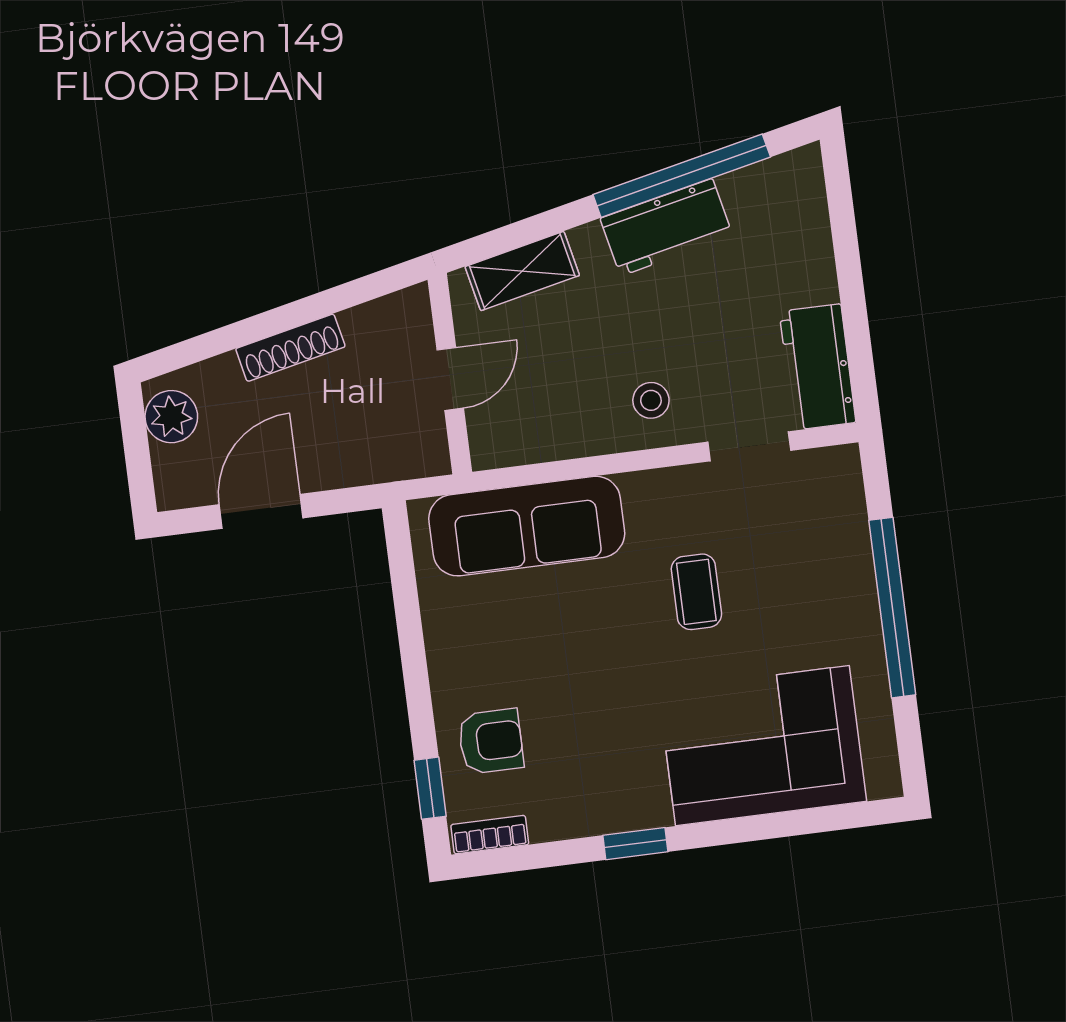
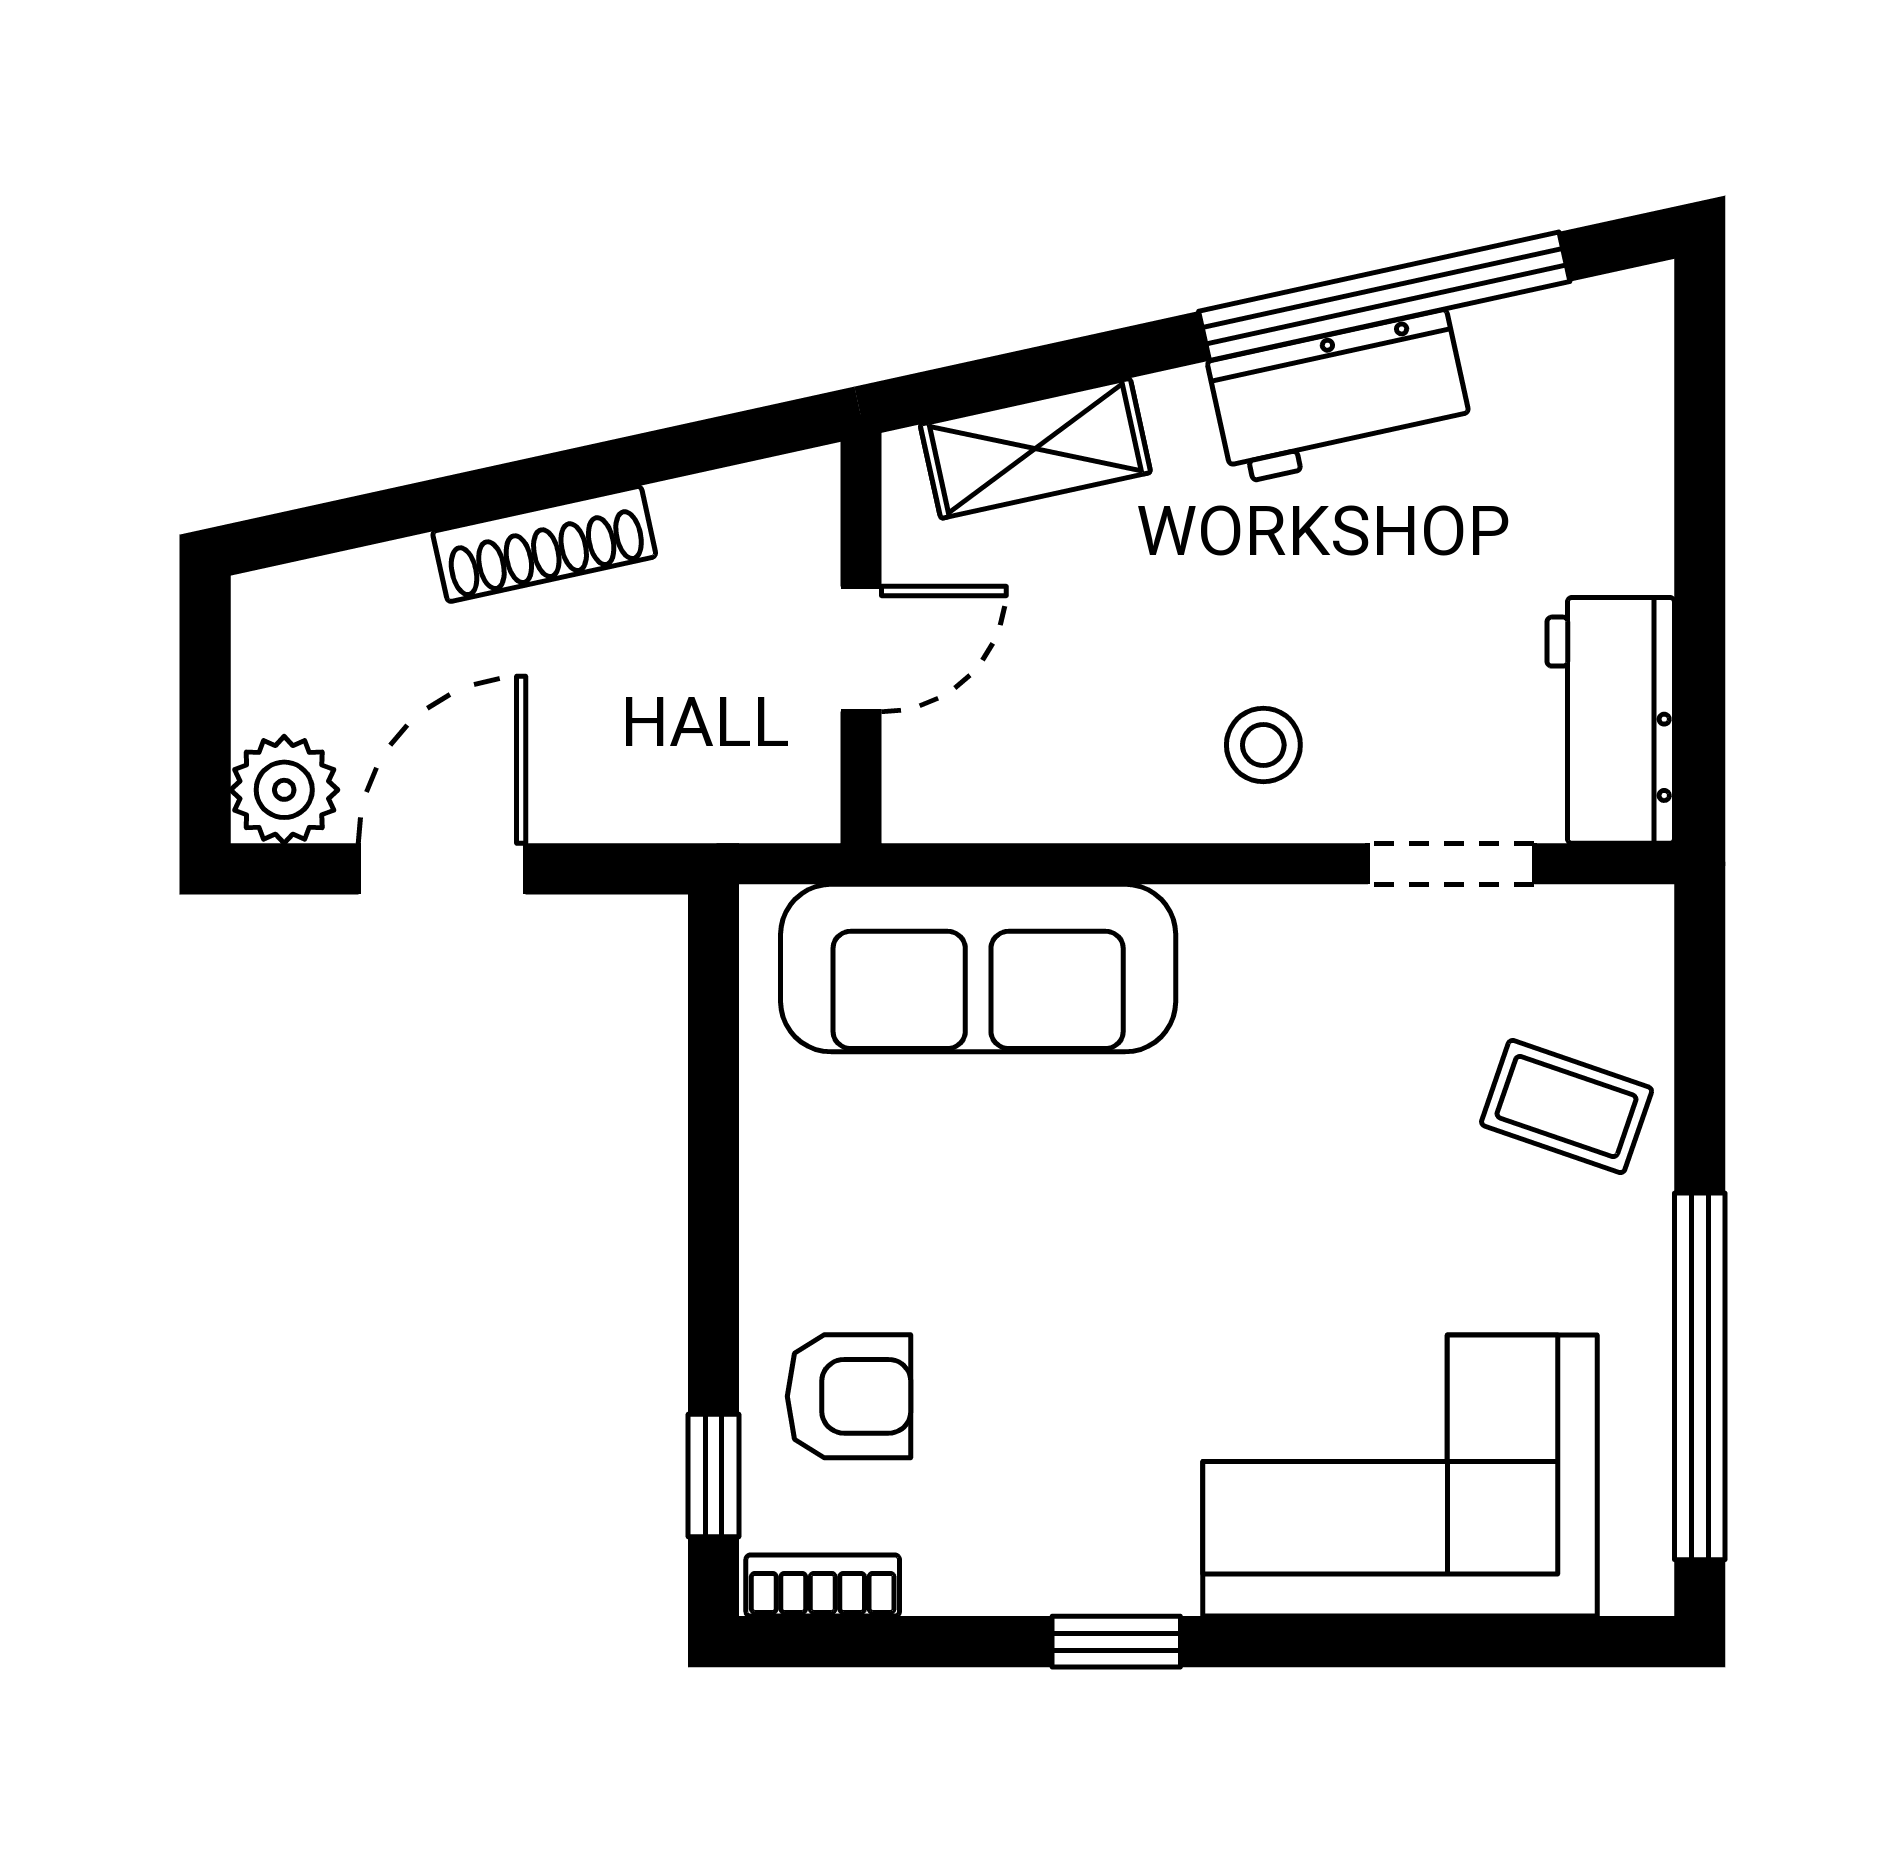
plant: (171, 417) -> (284, 790), moved
coffee table: (696, 592) -> (1567, 1107), moved, turned -71
window: (892, 608) -> (1700, 1376), moved

